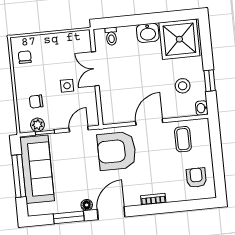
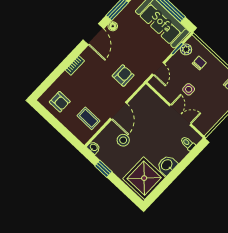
stool: (183, 86) -> (123, 140), moved
armchair: (117, 151) -> (123, 76), width x0.53, depth x0.53

